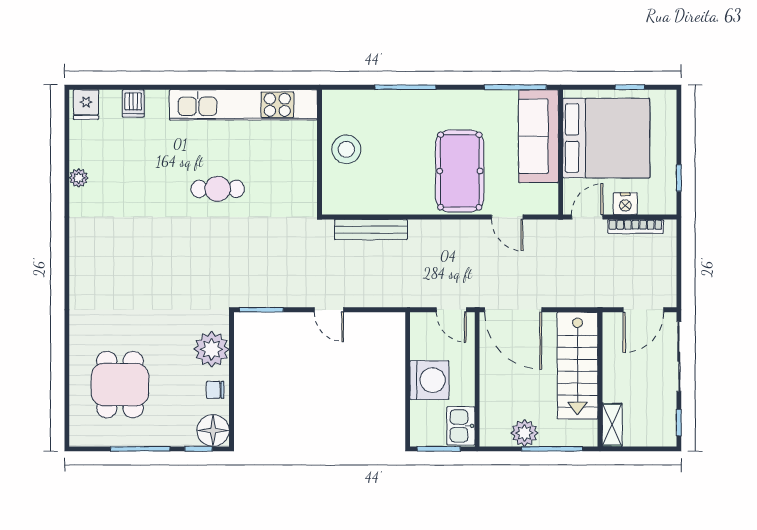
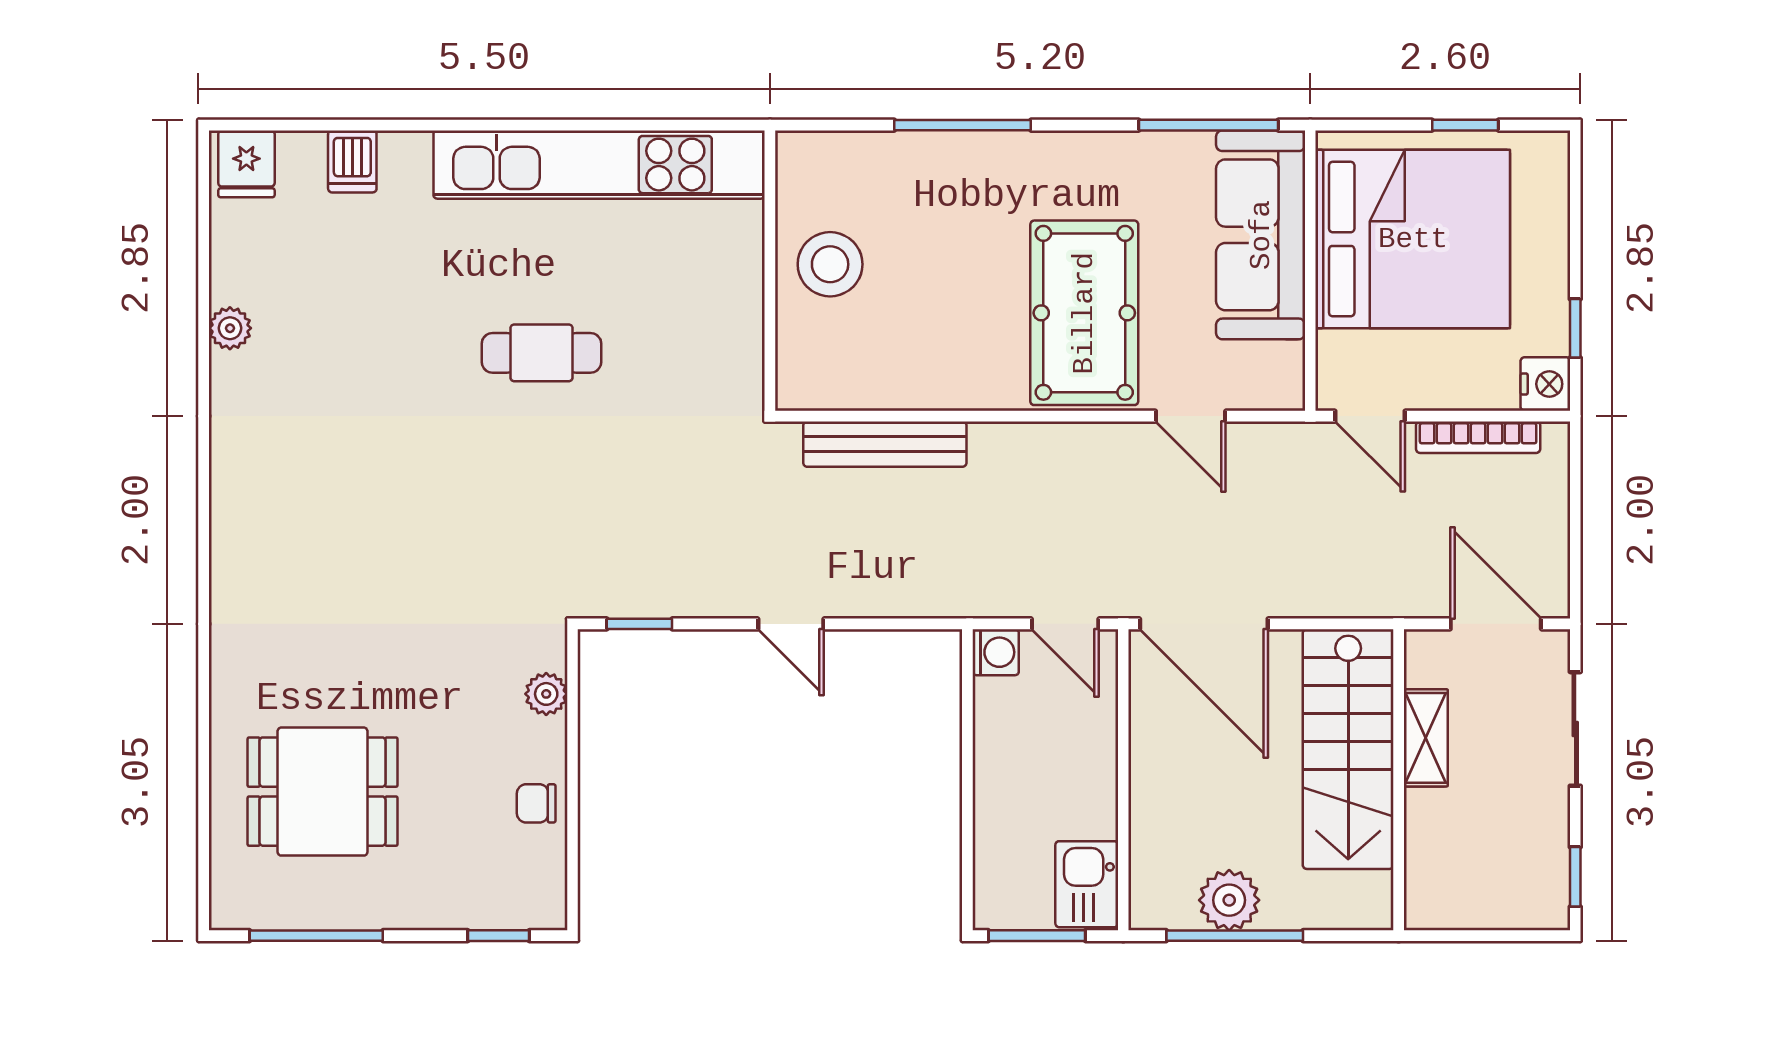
nightstand: (625, 204) -> (1545, 384), moved, turned -90
door: (587, 217) -> (1370, 416), swing flipped
window: (261, 310) -> (639, 624), width x0.67
door: (643, 310) -> (1496, 624), swing flipped
plant: (211, 349) -> (546, 694), width x0.53, depth x0.53
sliding door: (679, 357) -> (1575, 729), width x0.73
washing machine: (429, 380) -> (996, 652), moved, width x0.53, depth x0.53
dining table: (120, 385) -> (323, 792), turned 90
shelving: (612, 425) -> (1426, 738), moved
floor lamp: (213, 430) -> (531, 894), removed
window: (140, 449) -> (316, 936), moved
window: (552, 449) -> (1235, 936), moved

